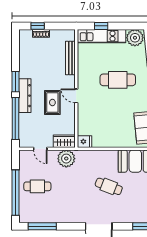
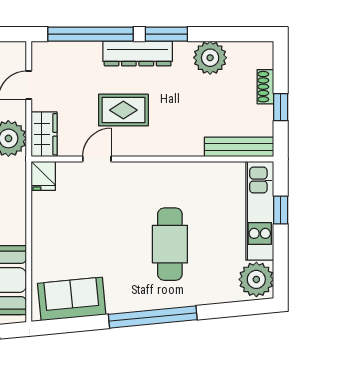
window: (38, 26) -> (281, 107), moved
bench: (70, 58) -> (239, 147), moved
plant: (27, 60) -> (210, 58), added
door: (76, 96) -> (97, 159), moved

